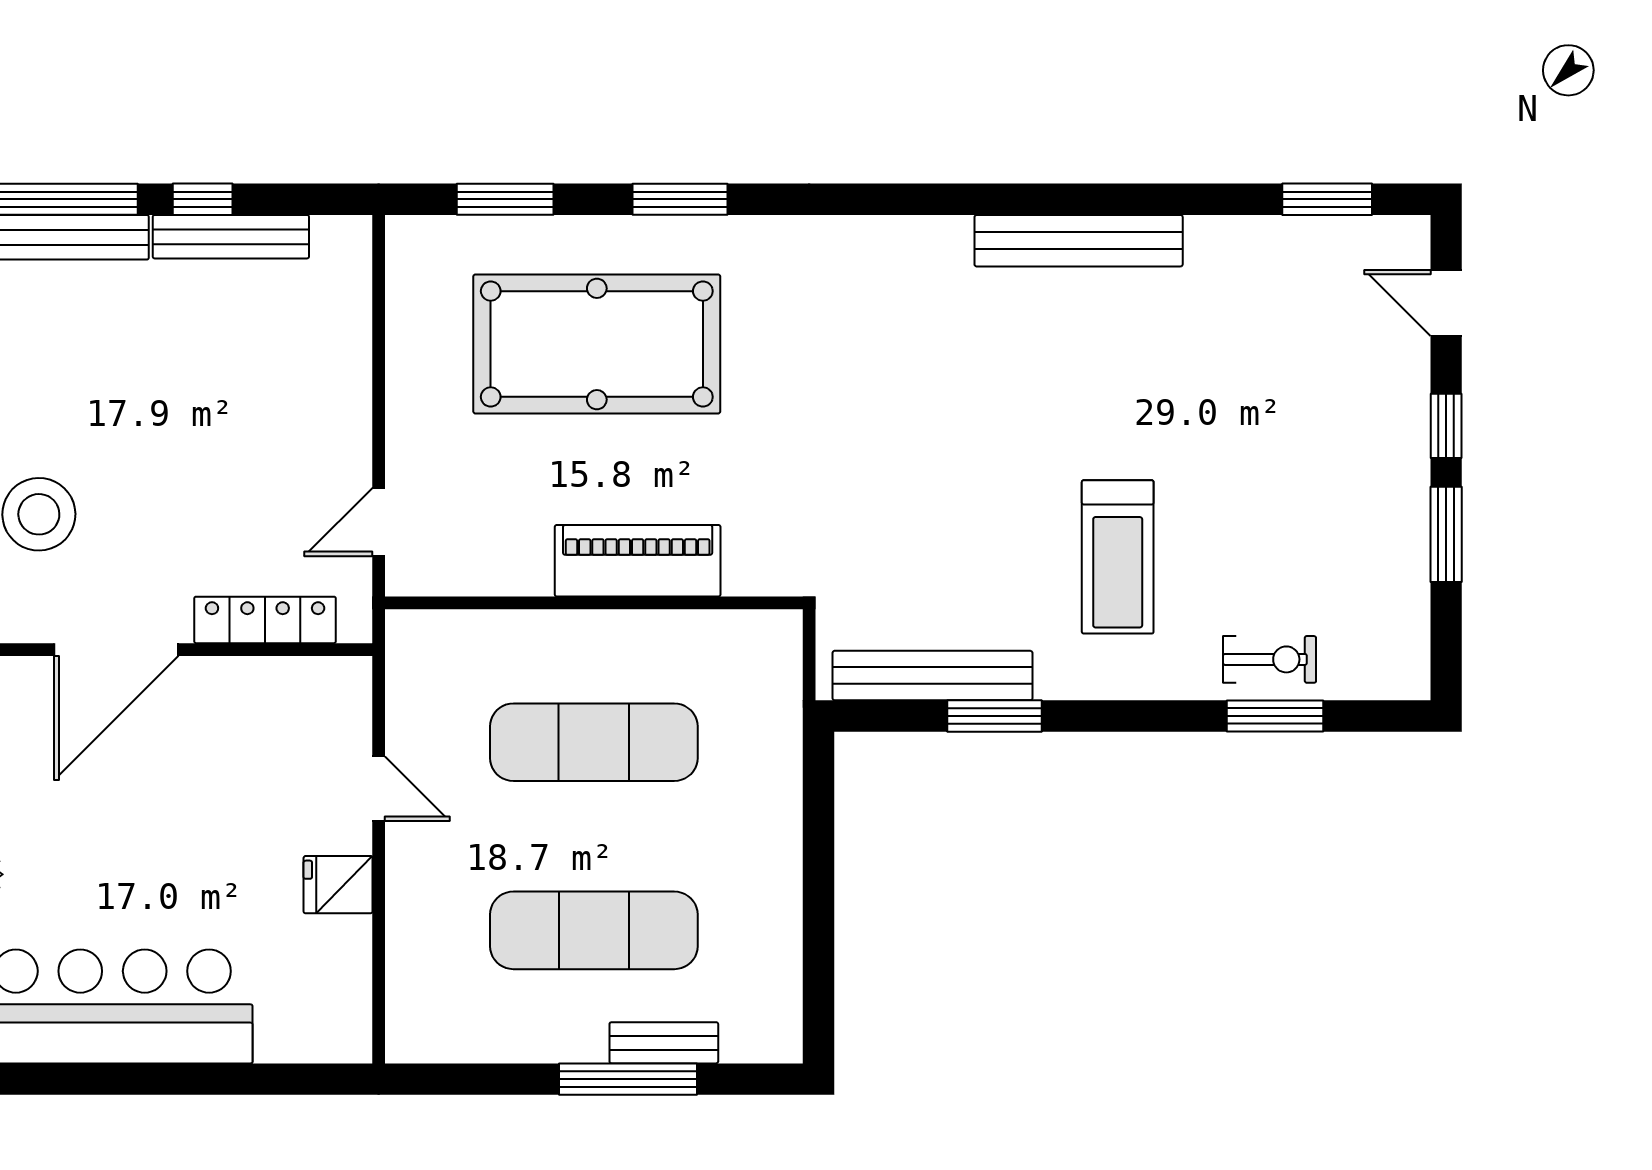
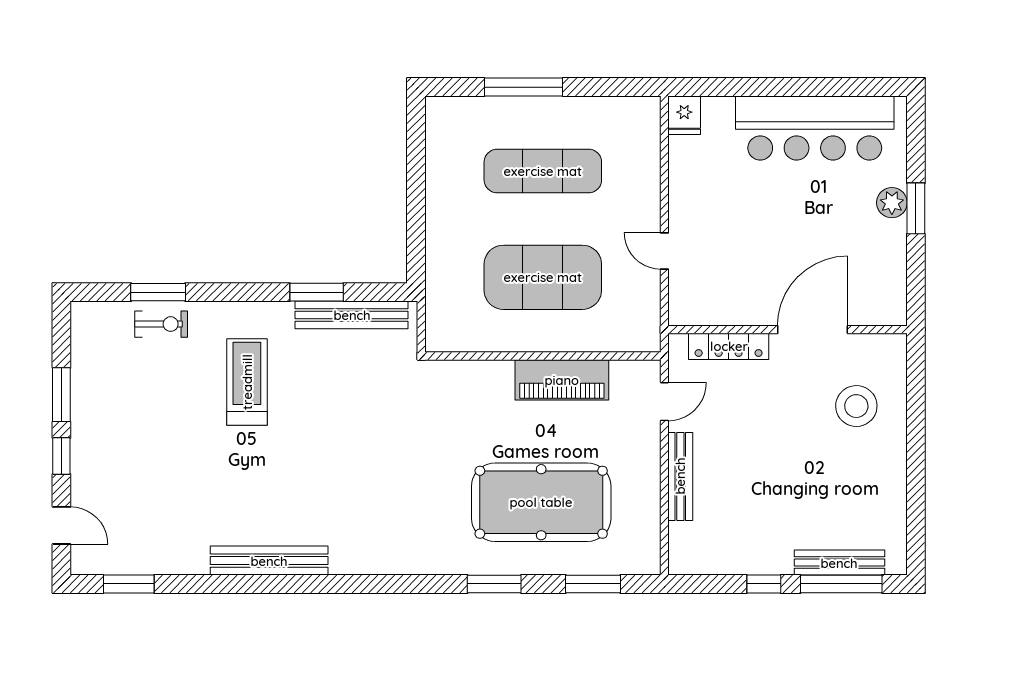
bench: (231, 237) -> (680, 476), moved, turned 90
piano: (638, 561) -> (562, 380), moved
exercise bike: (1270, 659) -> (161, 324), turned 180
exercise mat: (594, 742) -> (543, 277), width x1.47
fridge: (338, 885) -> (684, 115), moved, turned 90
bench: (664, 1043) -> (503, 108), removed

